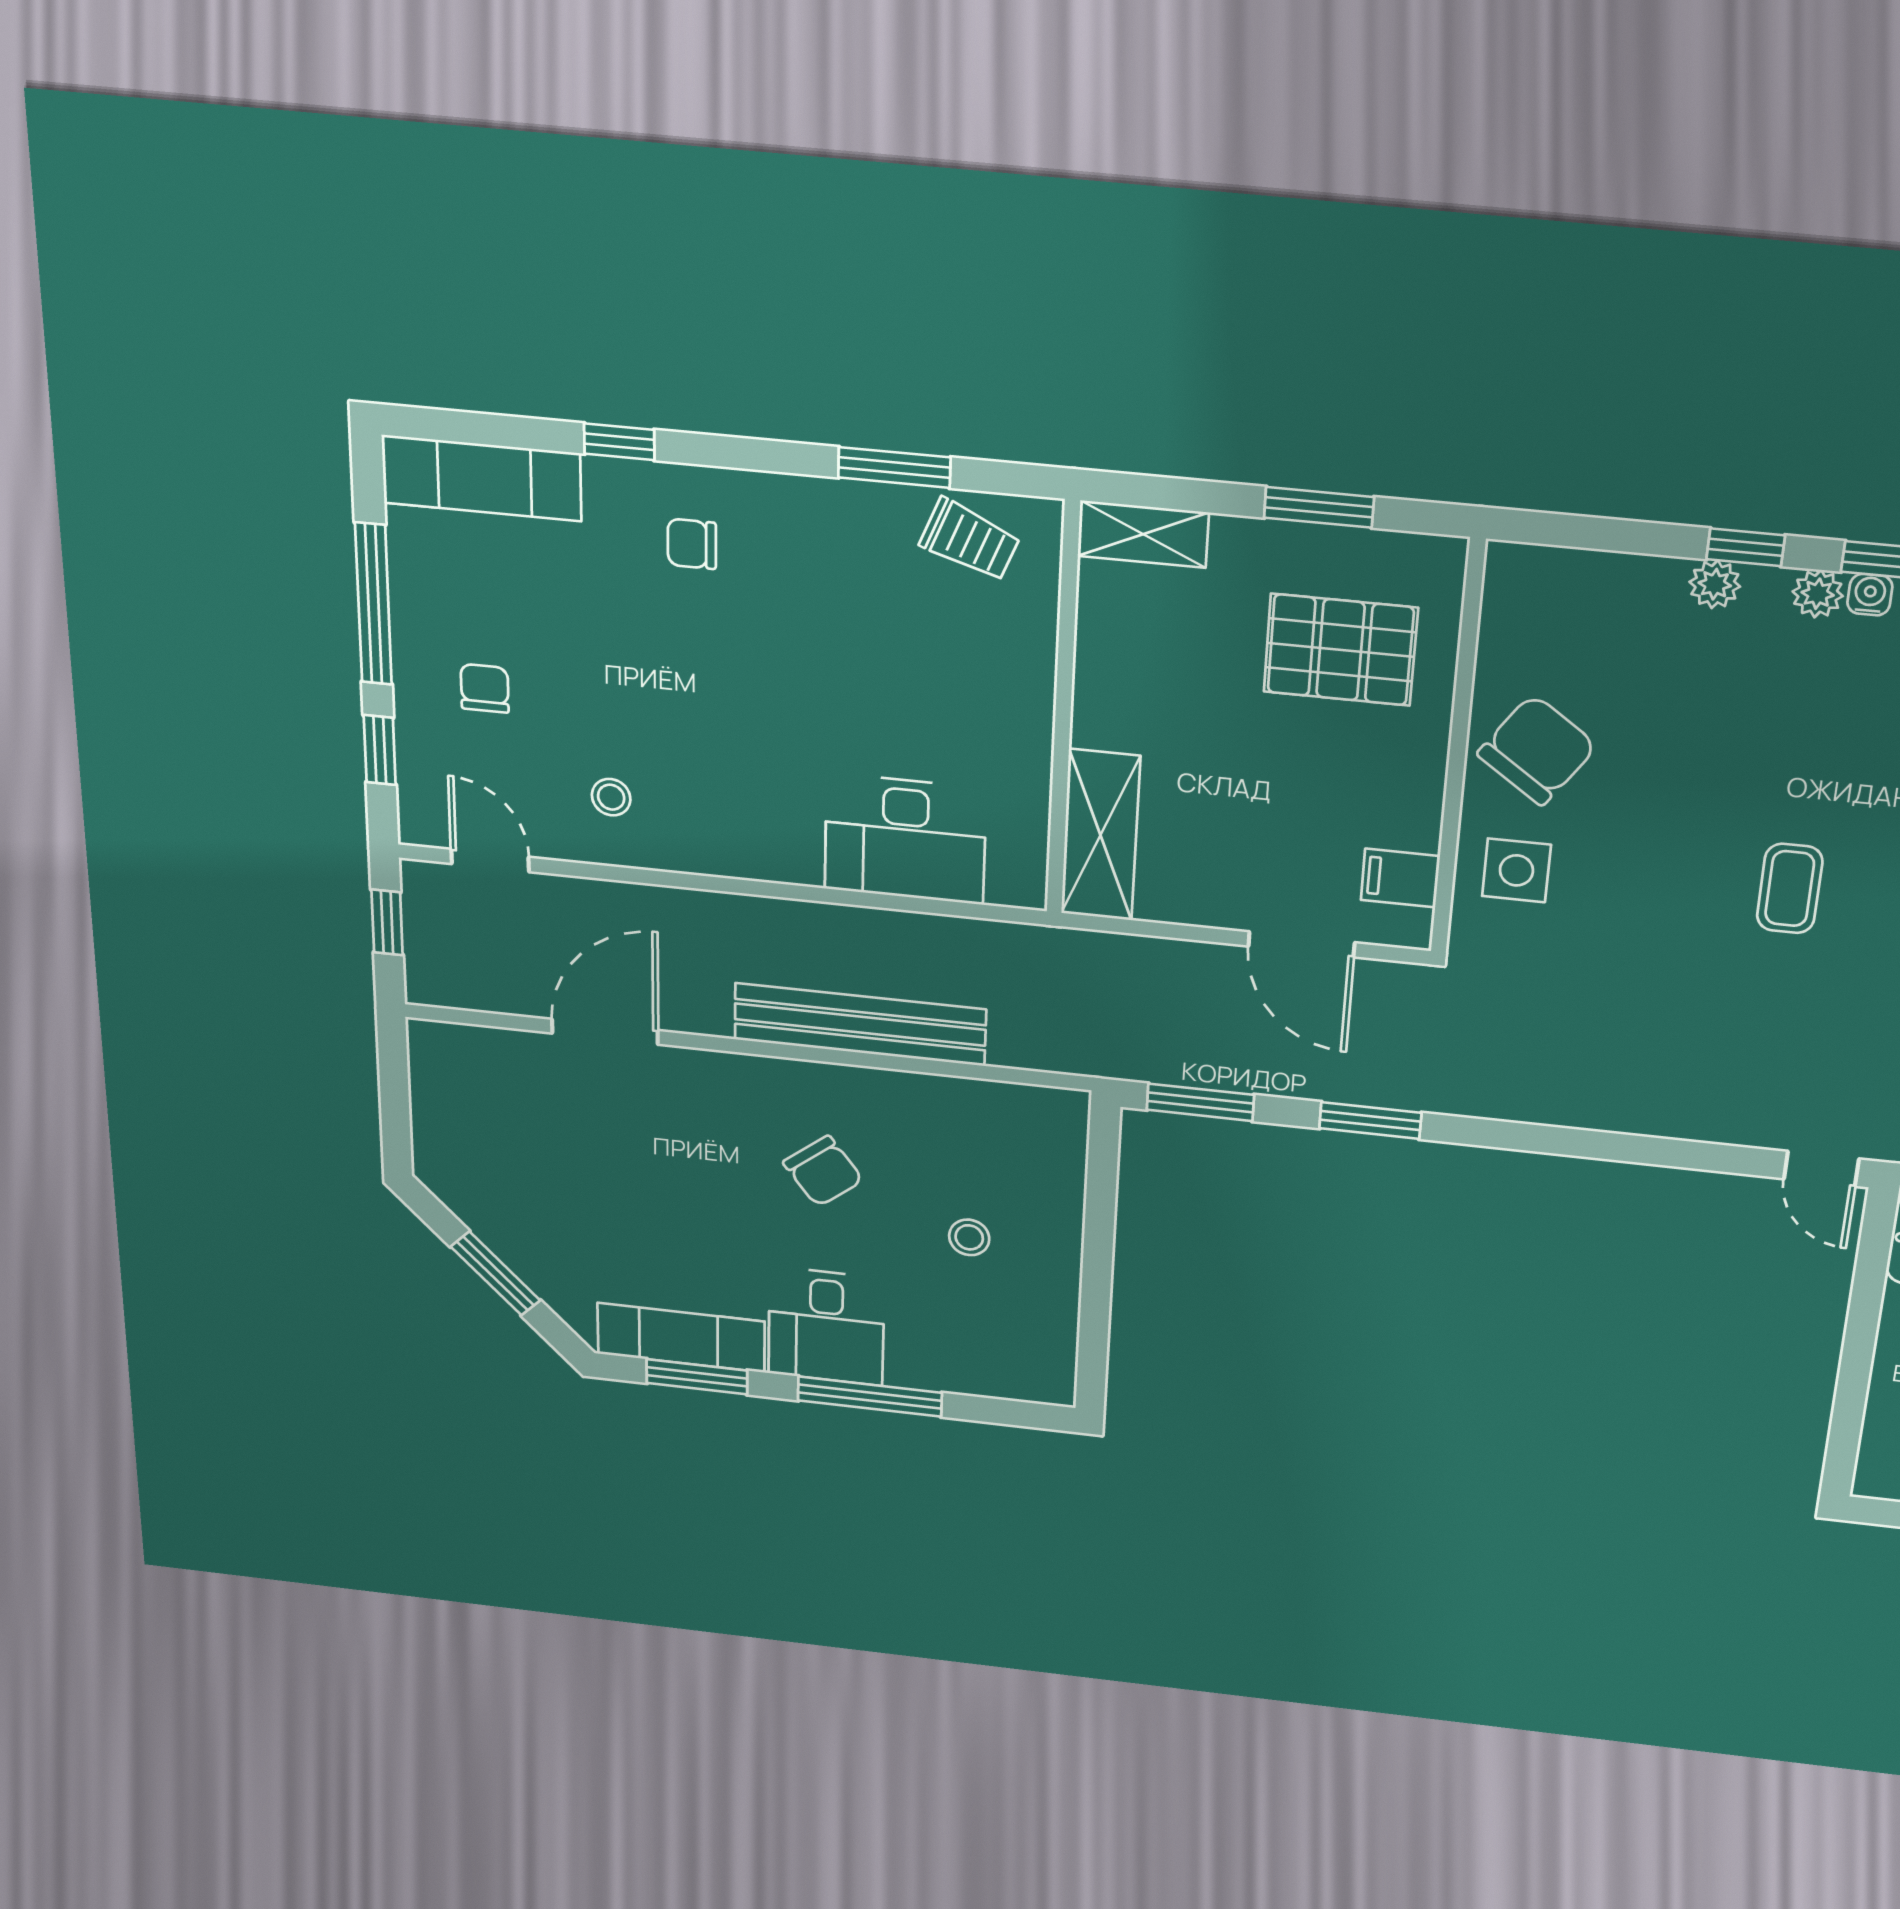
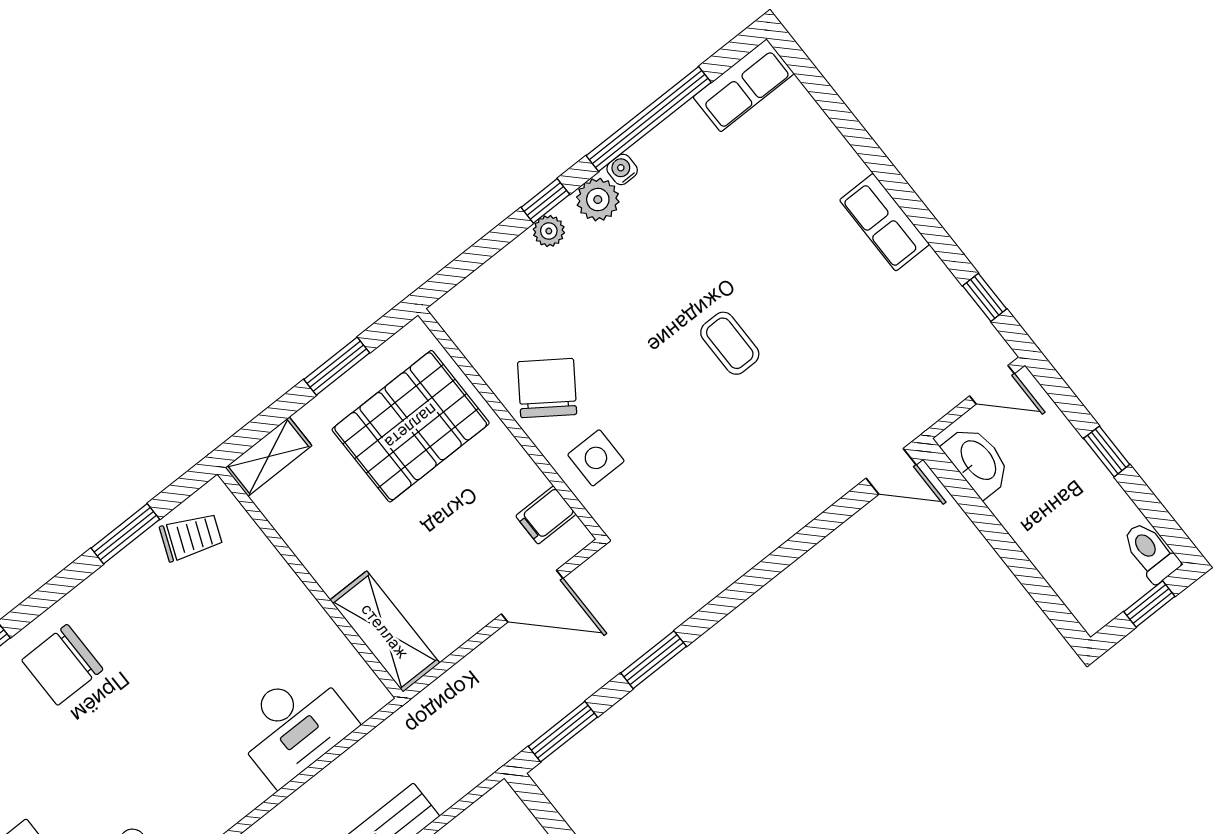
chair: (692, 544) -> (62, 665), width x1.87, depth x1.87
plant: (1818, 594) -> (598, 200), width x1.38, depth x1.38
pallet: (1341, 650) -> (411, 426), width x1.37, depth x1.41

